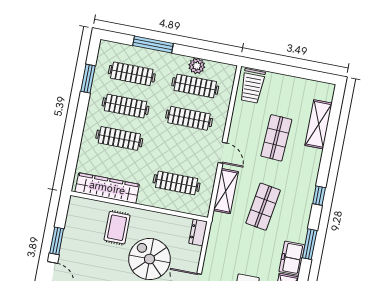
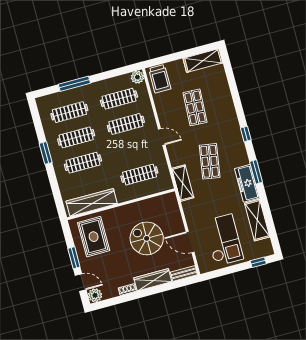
plant: (197, 66) -> (137, 77), moved
window: (88, 79) -> (46, 153), moved
shelving: (319, 124) -> (203, 61), moved, turned 90
shelving: (226, 191) -> (183, 183), moved
rug: (117, 228) -> (94, 237), moved, width x1.36, depth x1.43
dresser: (198, 232) -> (172, 202), removed
freezer: (292, 258) -> (247, 183), width x1.40

